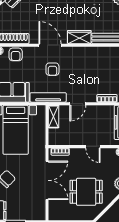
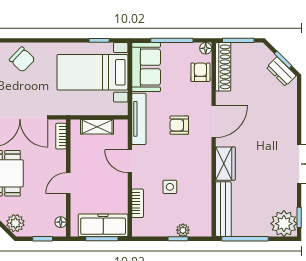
armchair: (16, 54) -> (200, 72), turned 90
side table: (96, 76) -> (170, 187), added
shelving: (54, 117) -> (97, 127), moved

